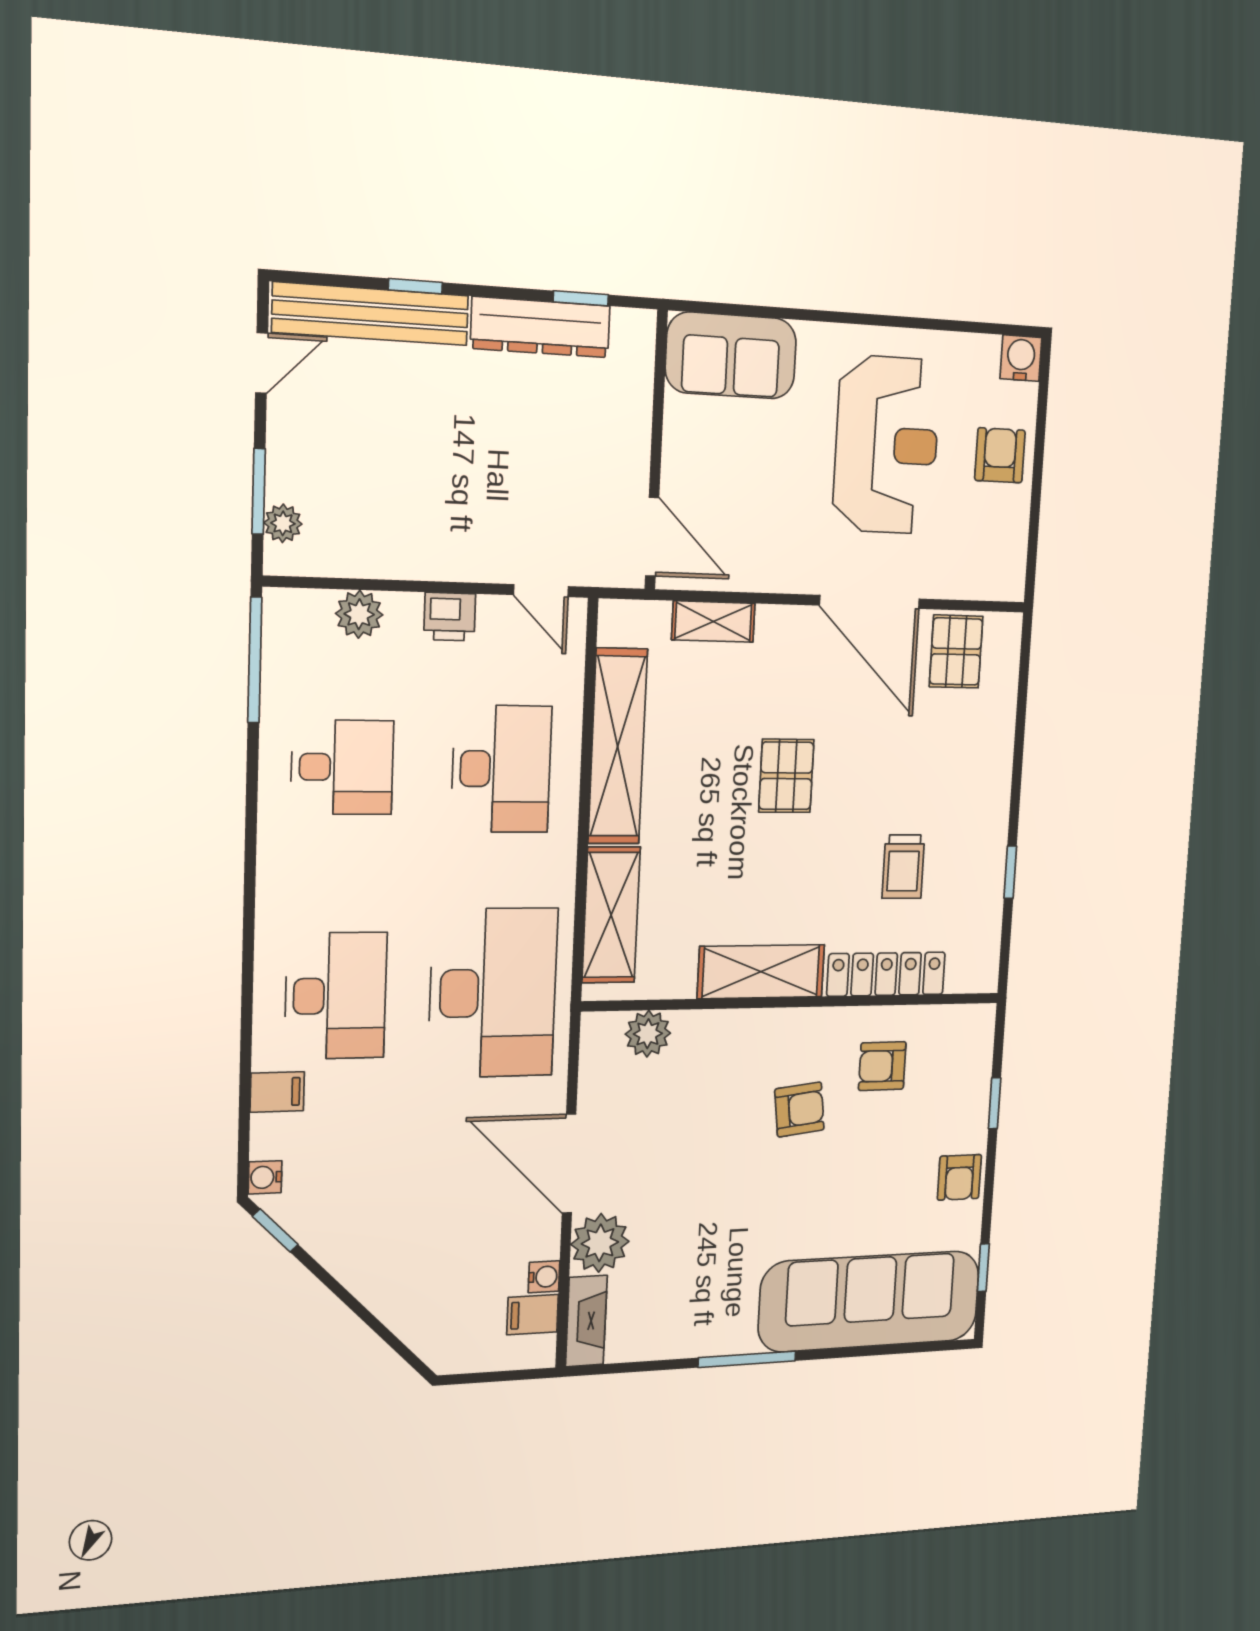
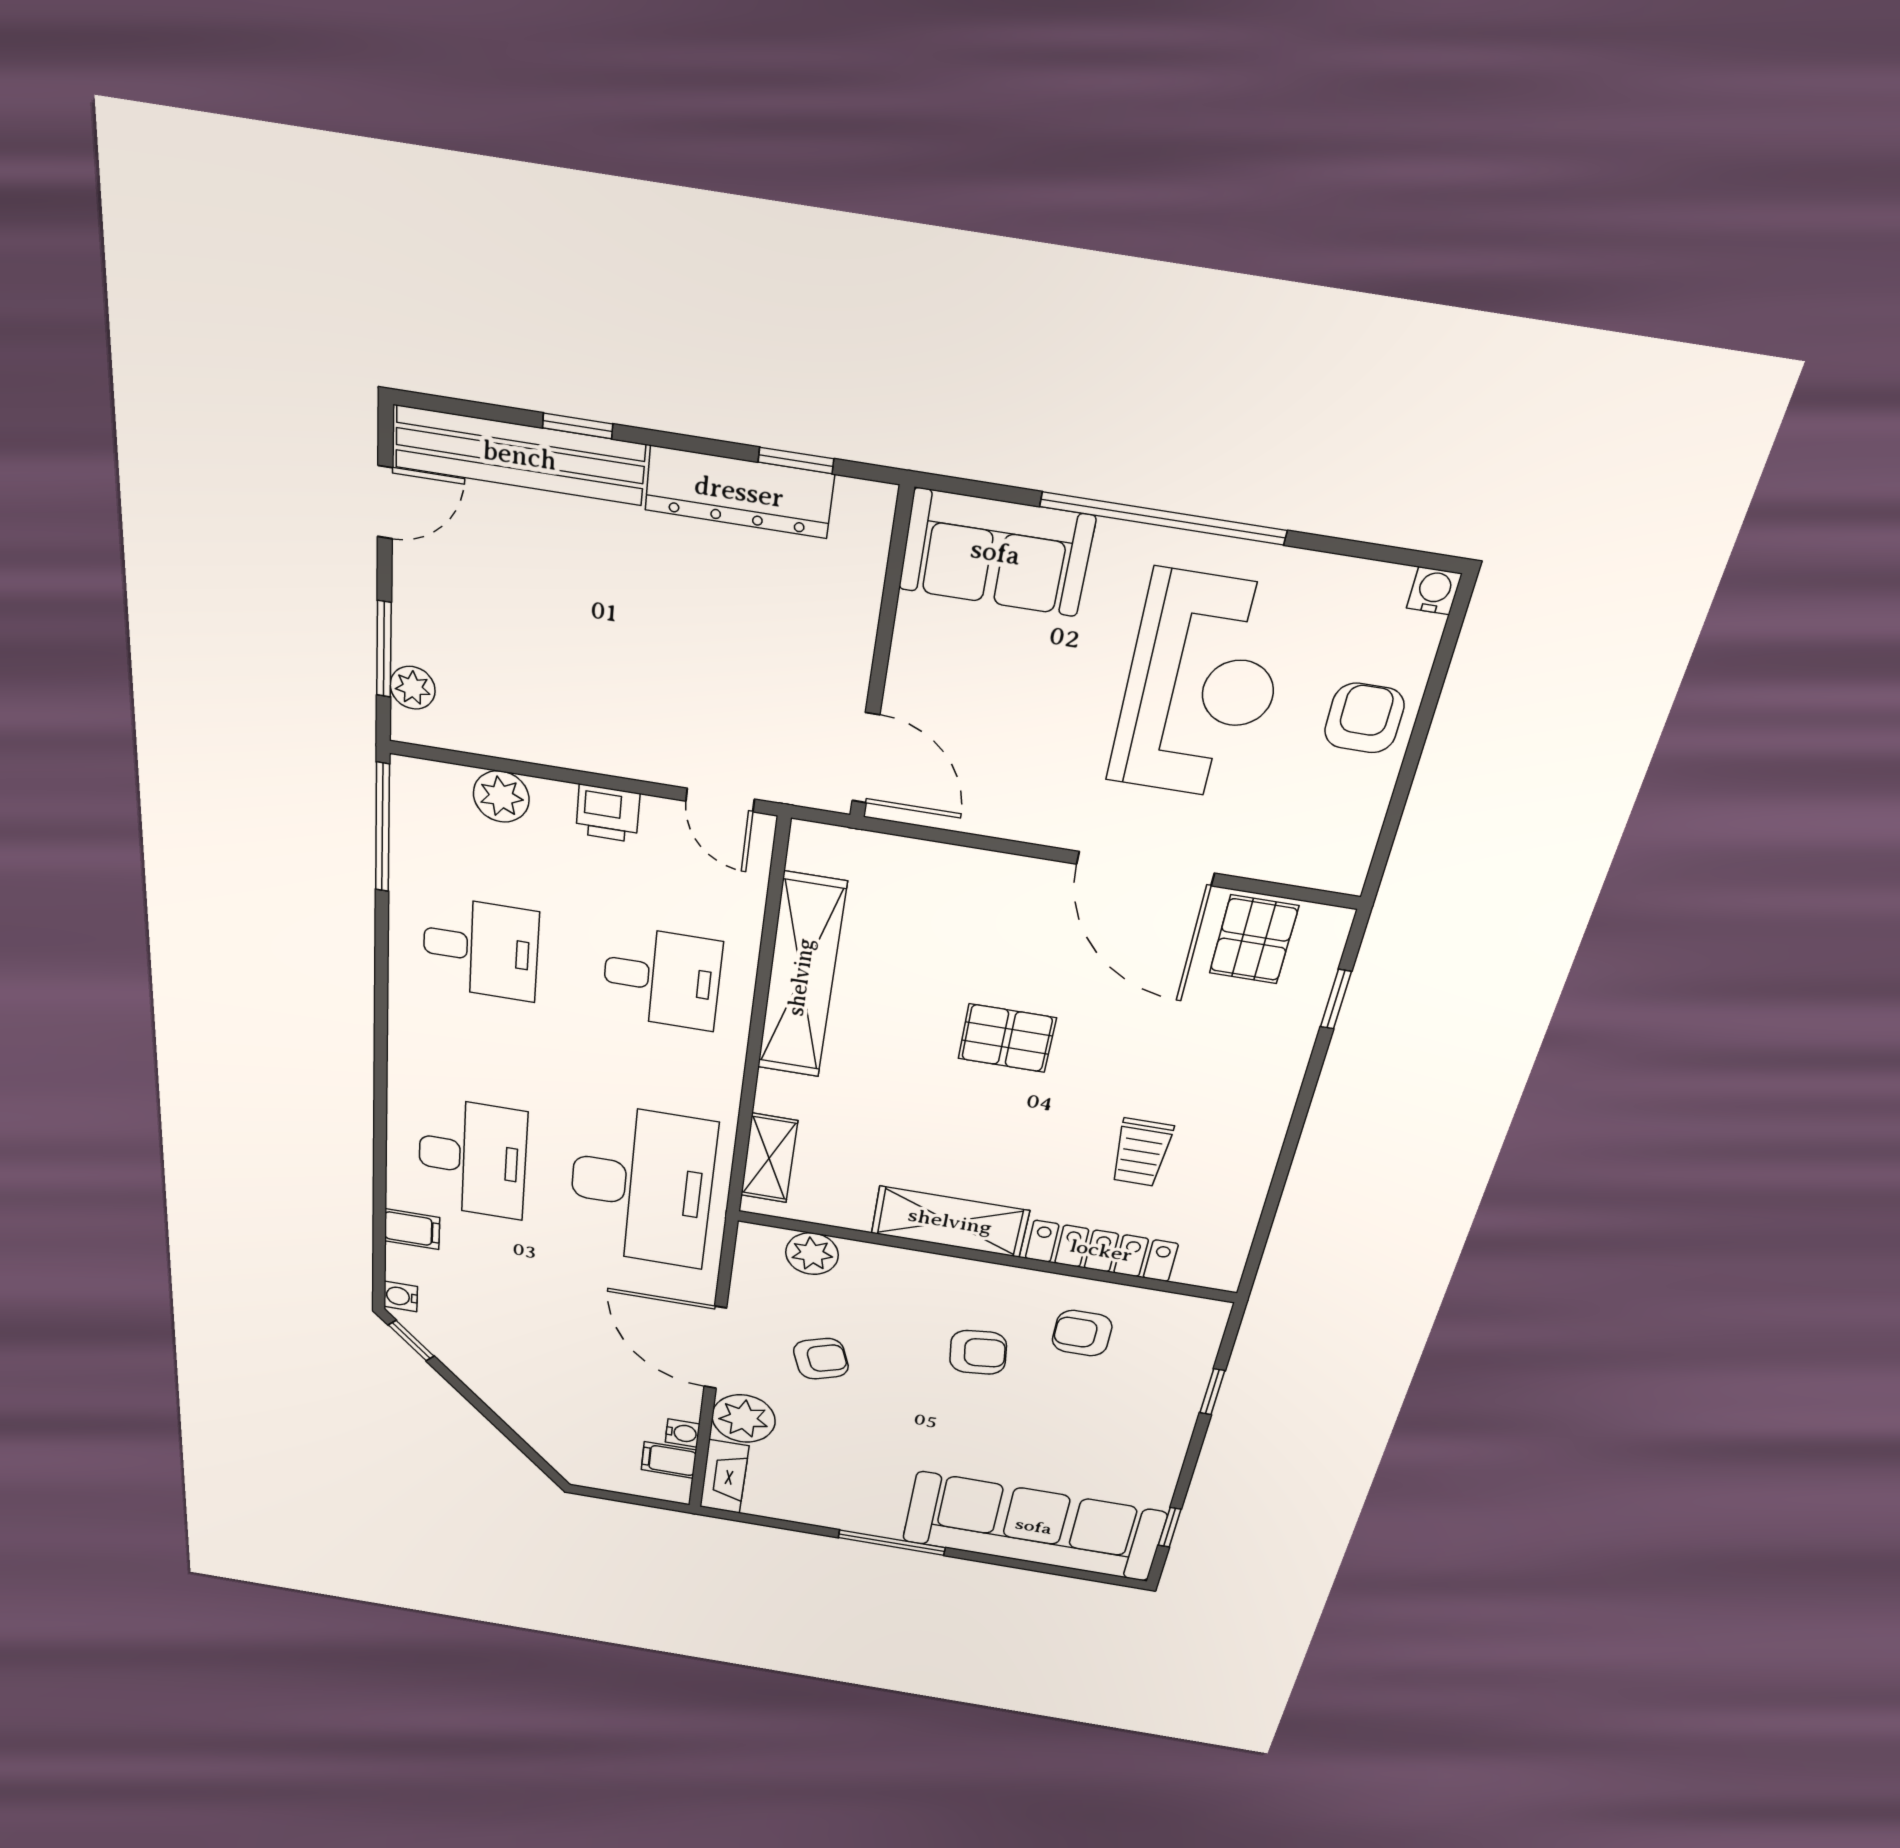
window: (842, 318) -> (1163, 518), added
water cooler: (1021, 358) -> (1434, 591), width x0.72, depth x0.72
shelving: (713, 622) -> (935, 862), removed
desk: (501, 769) -> (662, 978), width x0.73
pallet: (786, 776) -> (1007, 1038), turned 90
window: (1010, 872) -> (1336, 999), moved
shelving: (611, 915) -> (769, 1158), width x0.67, depth x0.75
armchair: (959, 1177) -> (821, 1359), moved, turned -110

